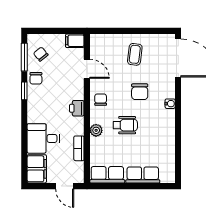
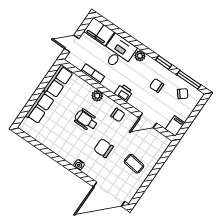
chair: (36, 78) -> (157, 85), moved
plant: (33, 116) -> (140, 56), added
wheelchair: (125, 125) -> (86, 120), turned 90

